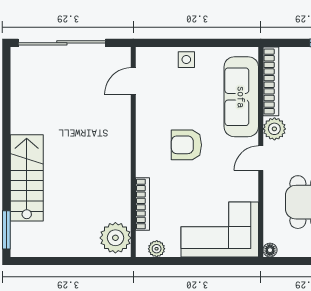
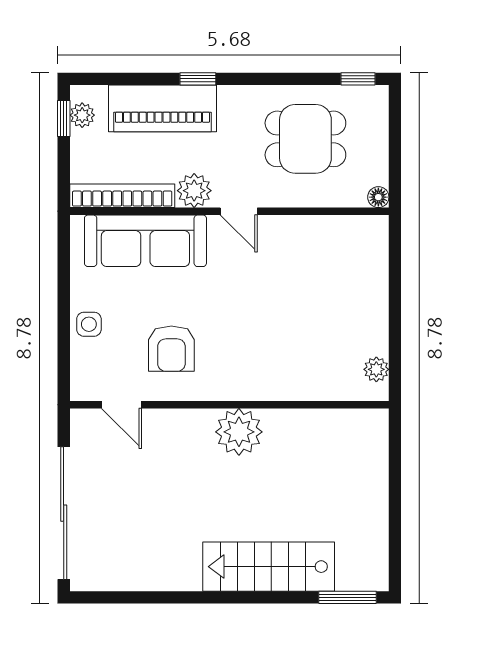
armchair: (186, 145) -> (171, 349), moved
bookcase: (143, 204) -> (308, 391), removed
corner sofa: (220, 229) -> (347, 274), removed
plant: (115, 238) -> (239, 432), moved

